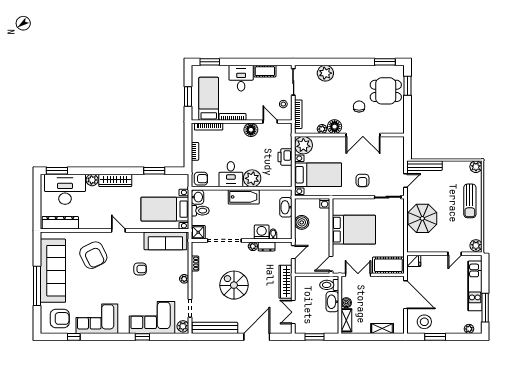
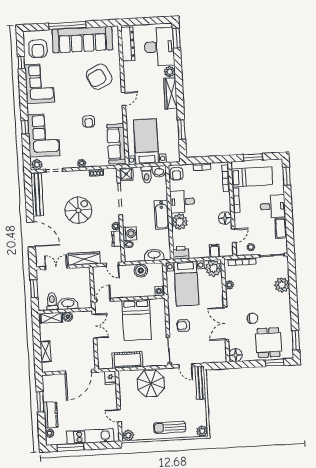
floor lamp: (335, 127) -> (236, 355), moved
filing cabinet: (285, 143) -> (215, 251), added
printer: (285, 157) -> (181, 253), moved
door: (331, 264) -> (104, 300), hinge flipped
cot: (388, 265) -> (128, 360), moved, turned 90
toilet: (329, 285) -> (52, 301), moved
stool: (424, 322) -> (54, 391), removed
kitchen counter: (450, 327) -> (51, 415), added

